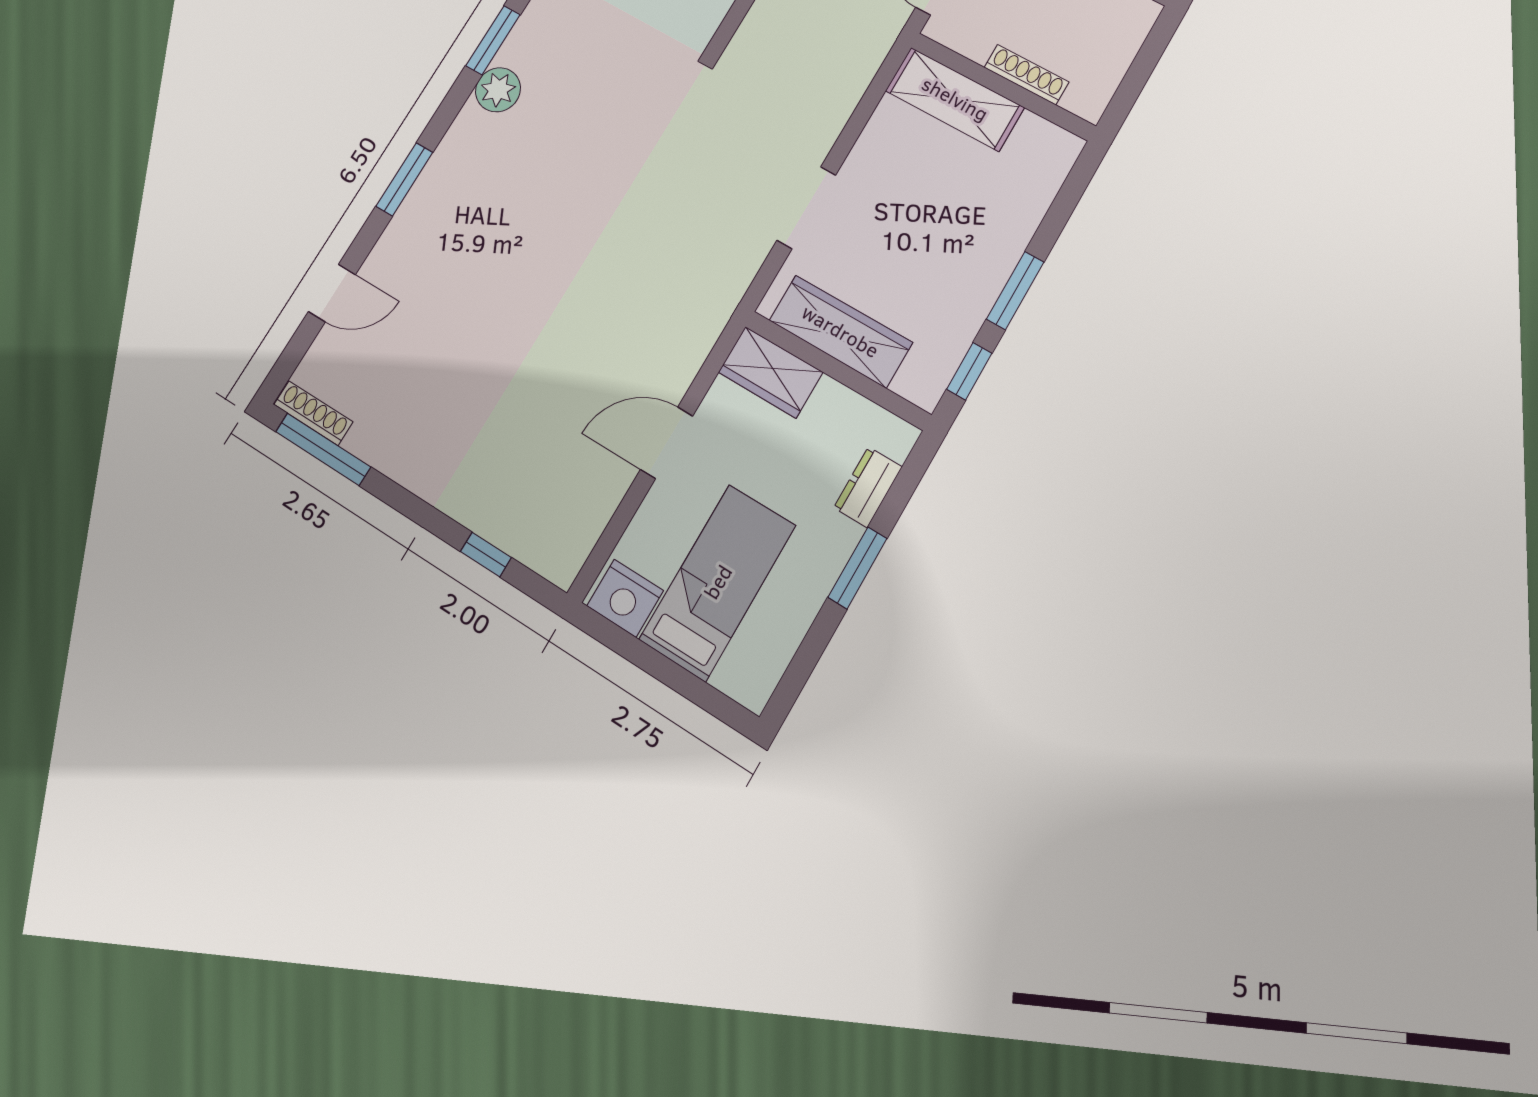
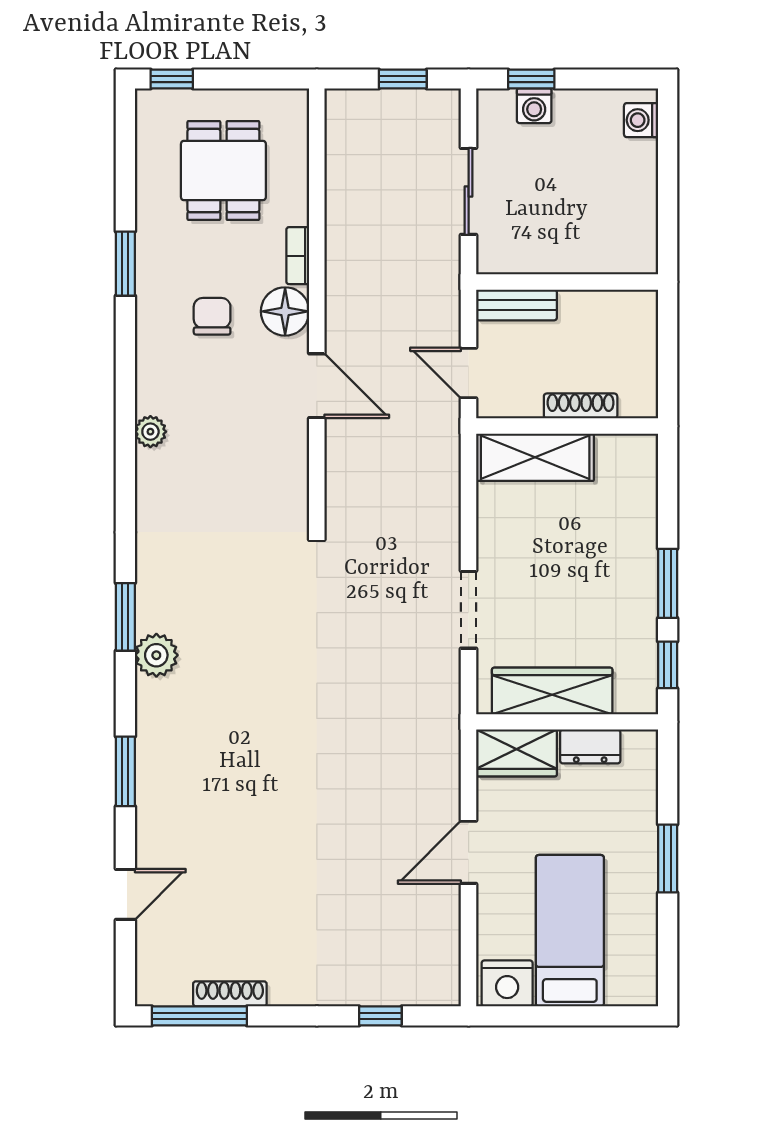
shoe rack: (313, 413) -> (230, 994), moved
dresser: (868, 487) -> (590, 746), moved, turned -90

